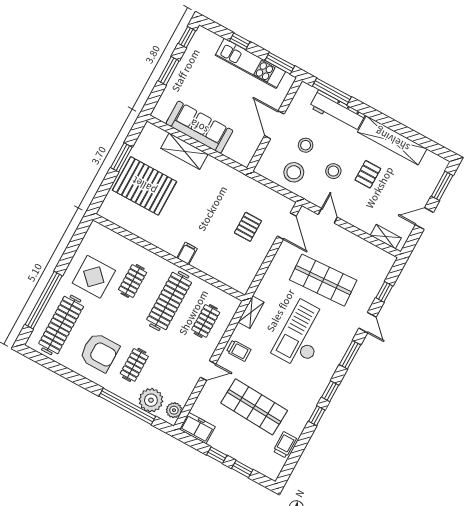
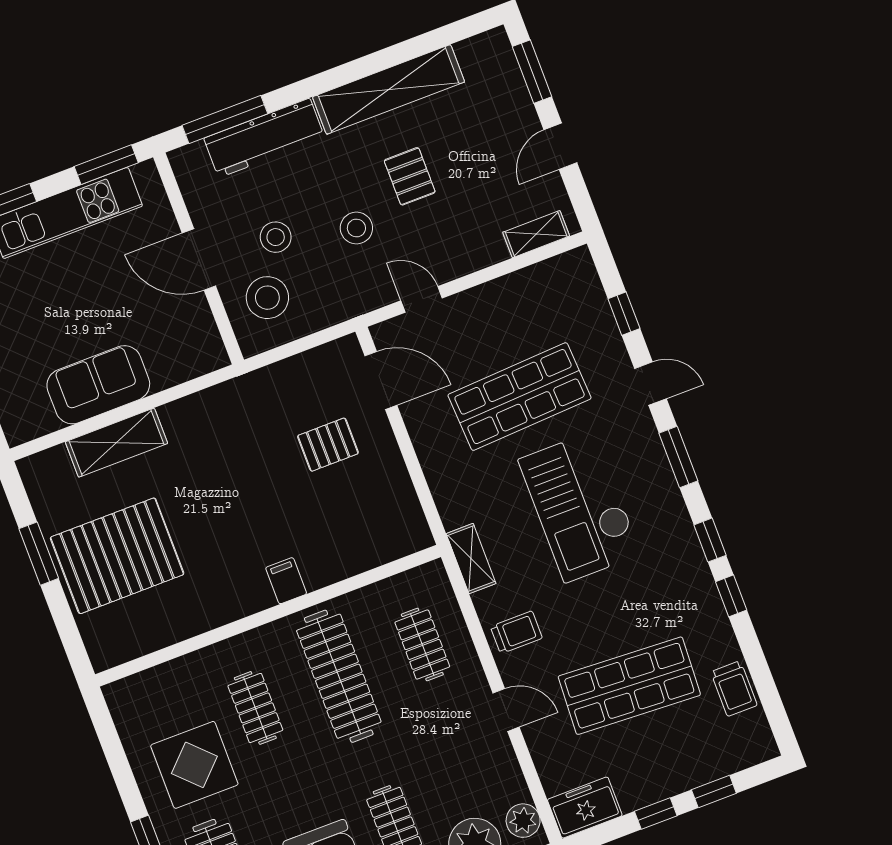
sofa: (199, 127) -> (98, 385), width x0.73
stool: (294, 172) -> (267, 298), moved
pallet: (248, 227) -> (328, 445), turned 90
door: (208, 371) -> (506, 710), hinge flipped
trolley: (285, 445) -> (734, 689), turned 180

